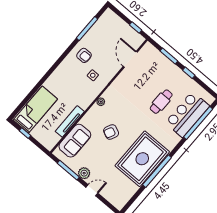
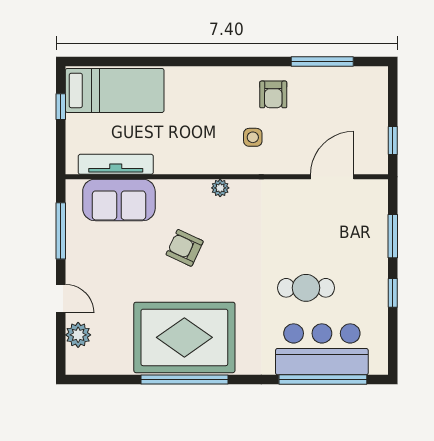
tv unit: (70, 121) -> (116, 164), moved
plant: (84, 173) -> (78, 335), moved

